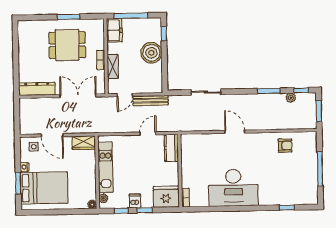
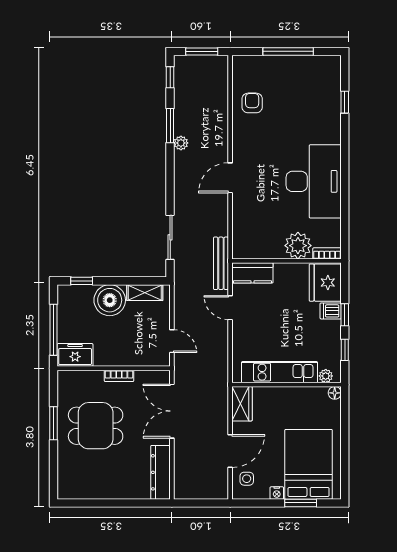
dining table: (67, 45) -> (96, 426), turned 90
shelving: (113, 67) -> (145, 293), moved
sliding door: (206, 92) -> (170, 237), moved
plant: (291, 98) -> (181, 143), moved
bench: (151, 101) -> (221, 263), moved
plant: (190, 178) -> (298, 246), added
dishwasher: (135, 201) -> (331, 311), moved

